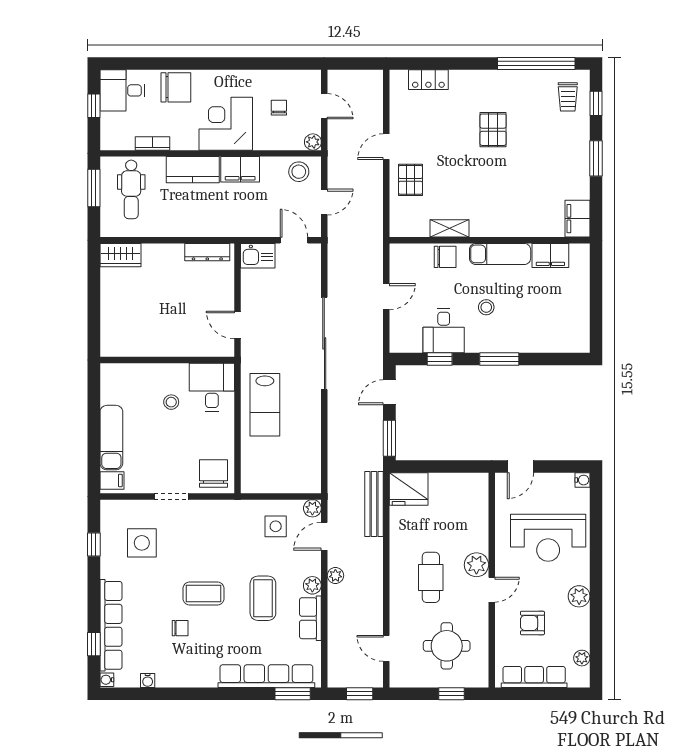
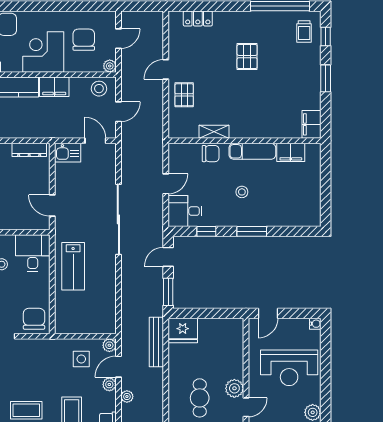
door: (324, 106) -> (118, 39), hinge flipped
chair: (279, 108) -> (84, 40), width x1.87, depth x1.87
desk: (444, 331) -> (185, 211), moved, turned 90
plant: (312, 585) -> (109, 384), moved

